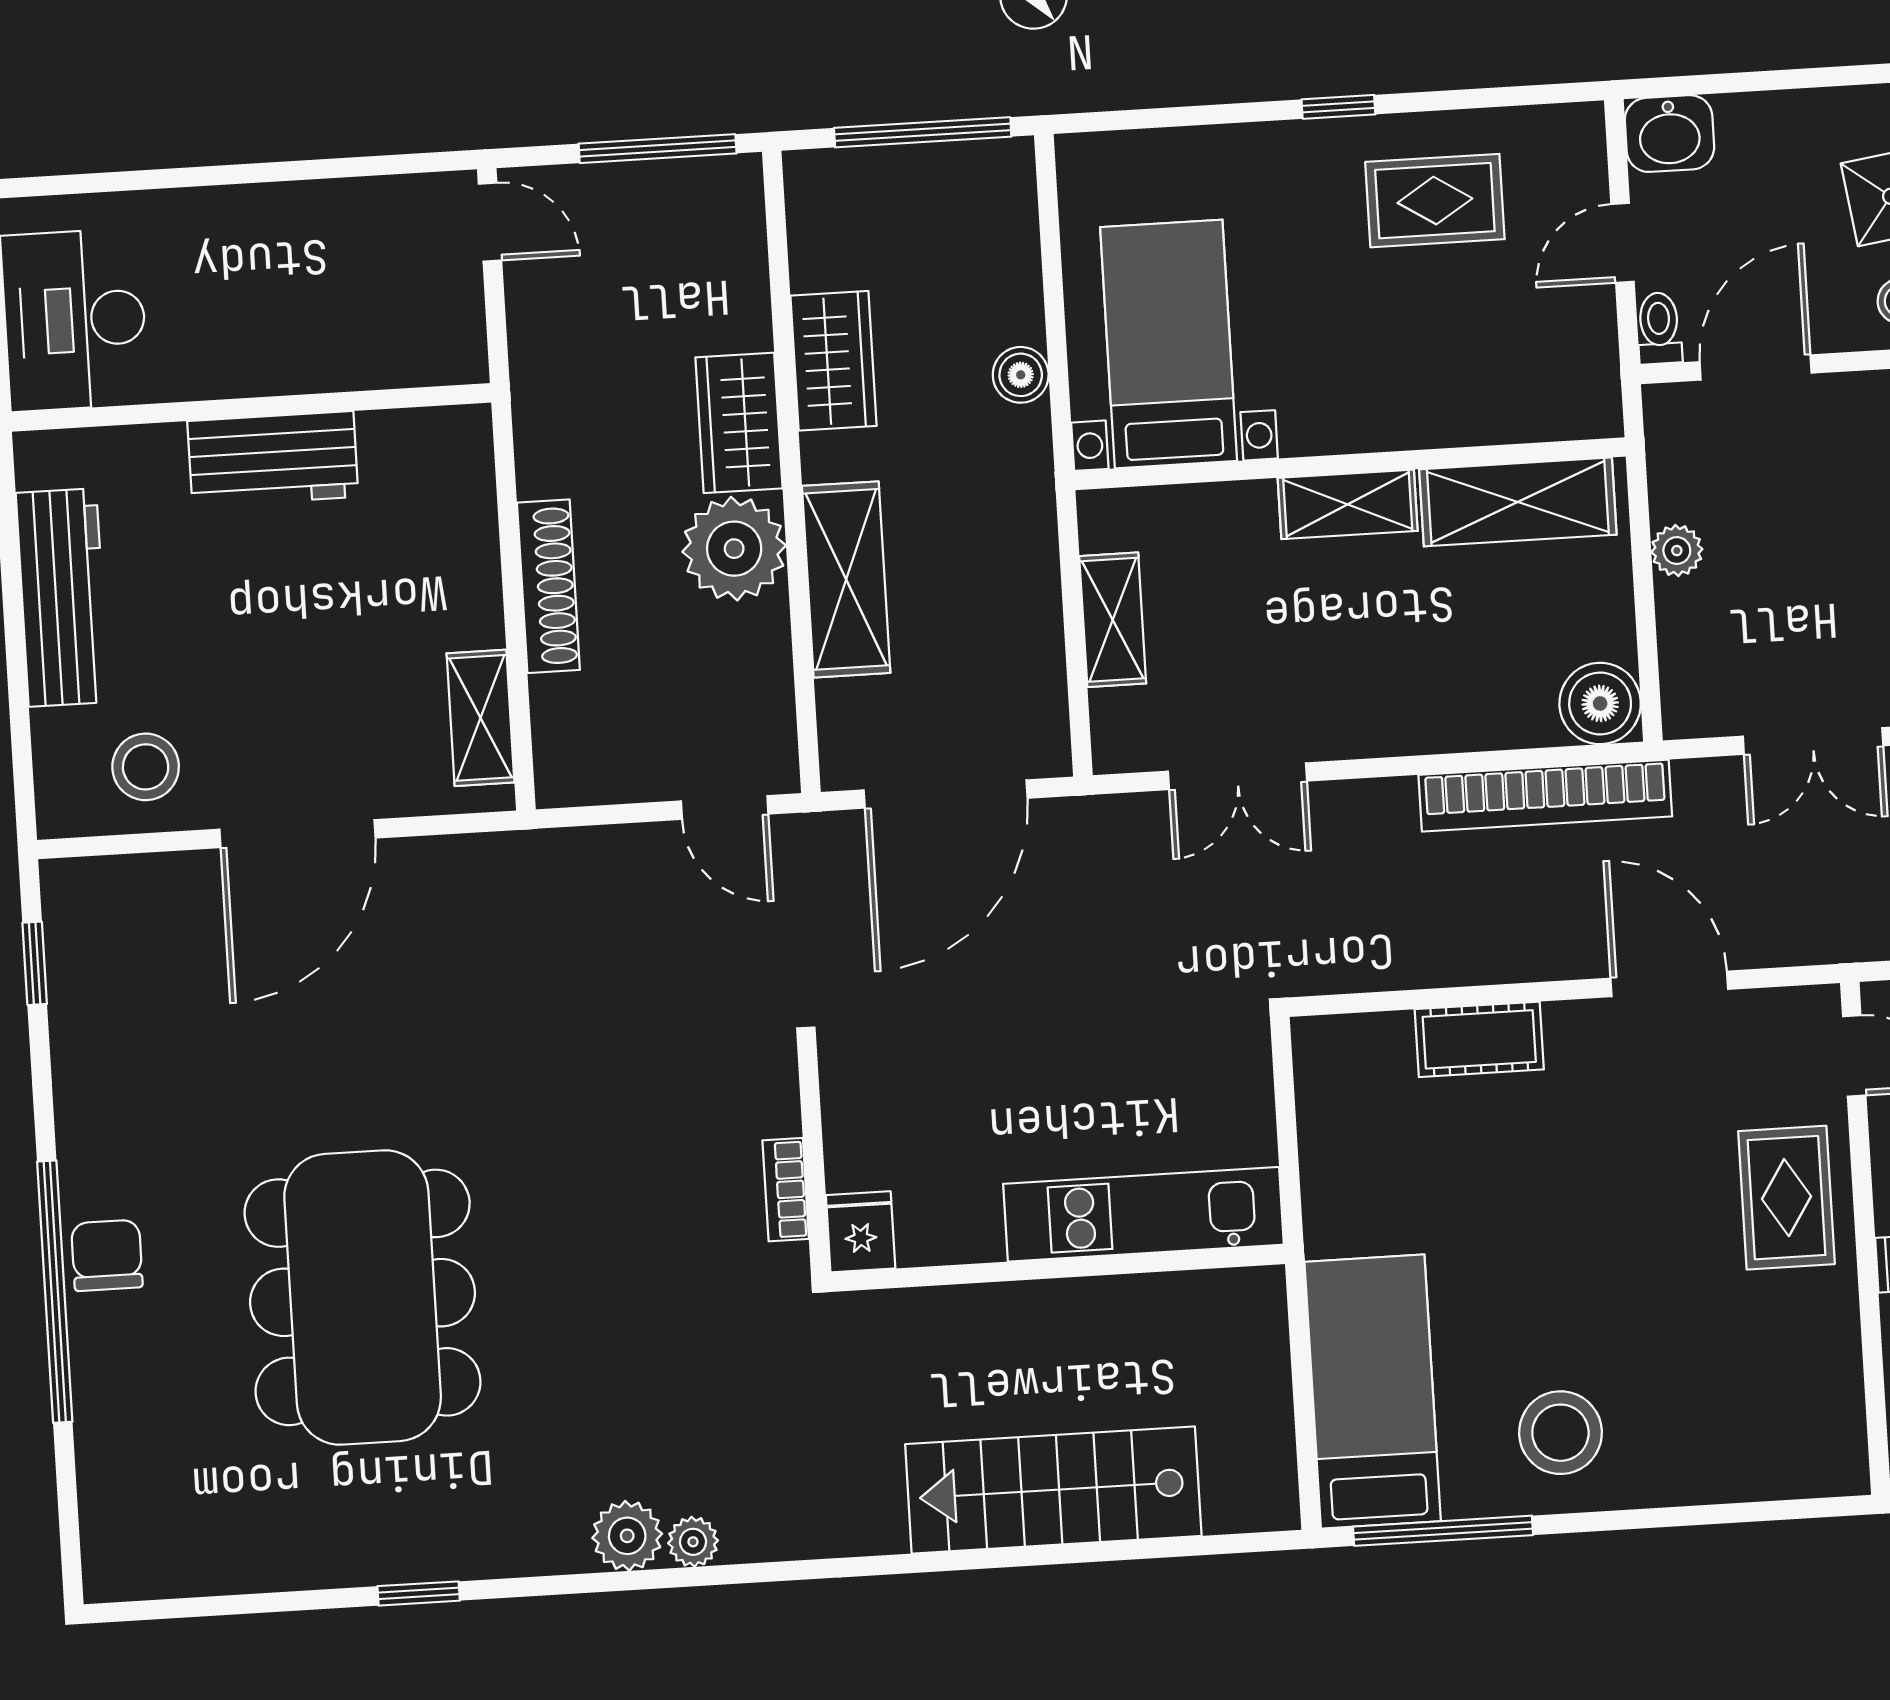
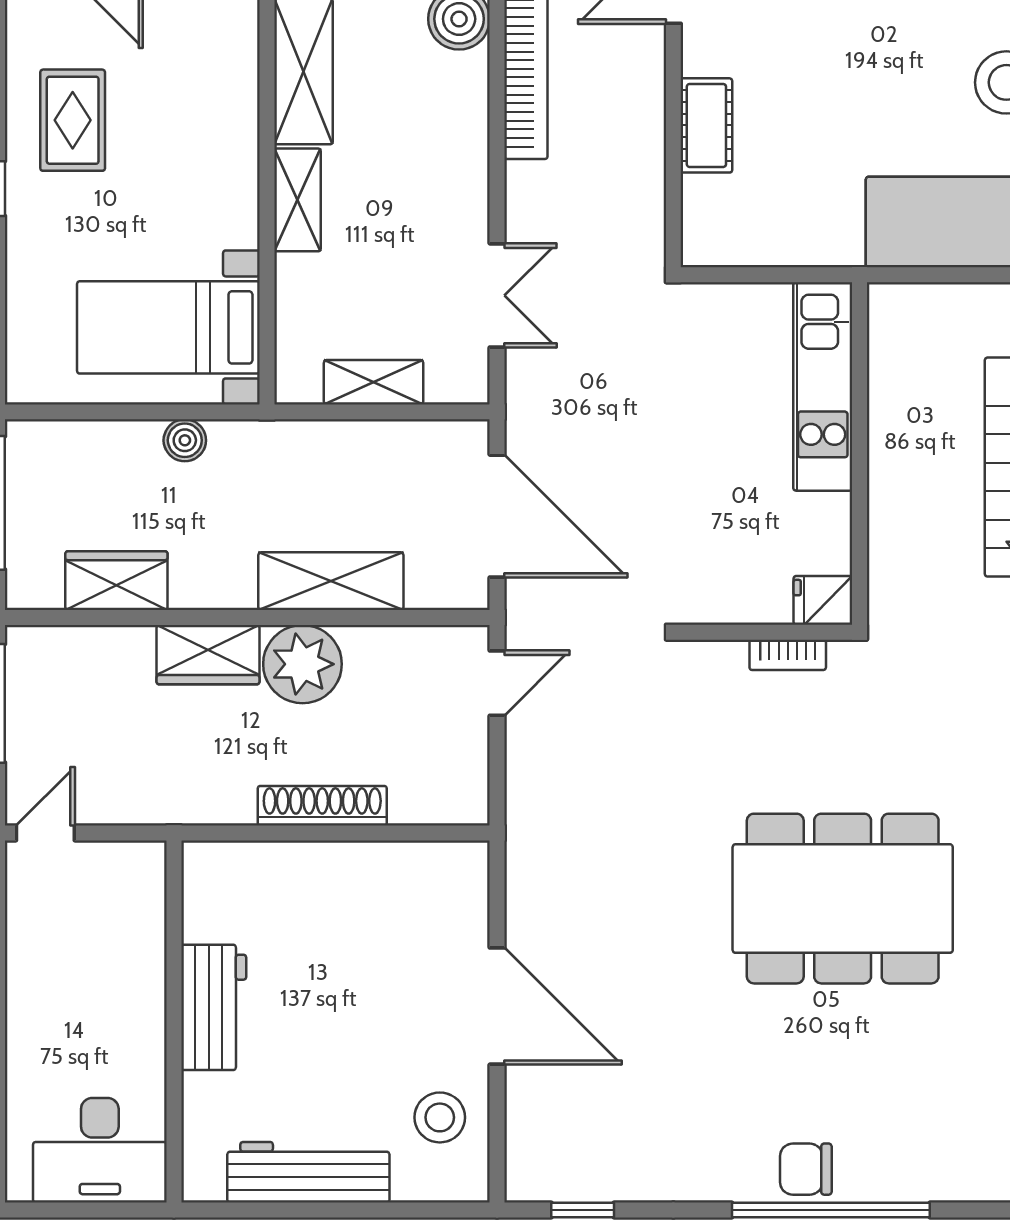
wardrobe: (833, 361) -> (116, 581), moved
shelving: (481, 718) -> (418, 863), removed
dining table: (363, 1297) -> (843, 899), moved

